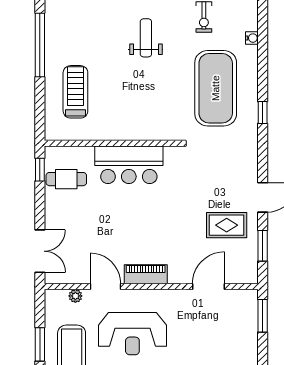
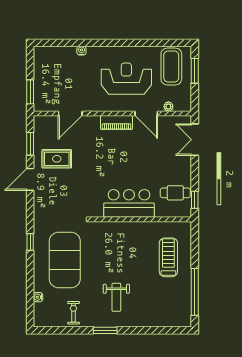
treadmill: (75, 92) -> (168, 257), turned 180

